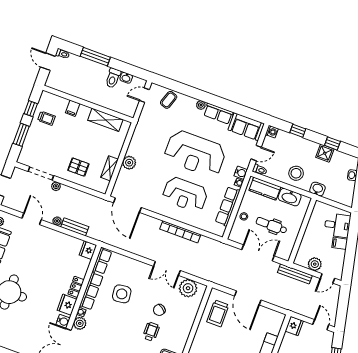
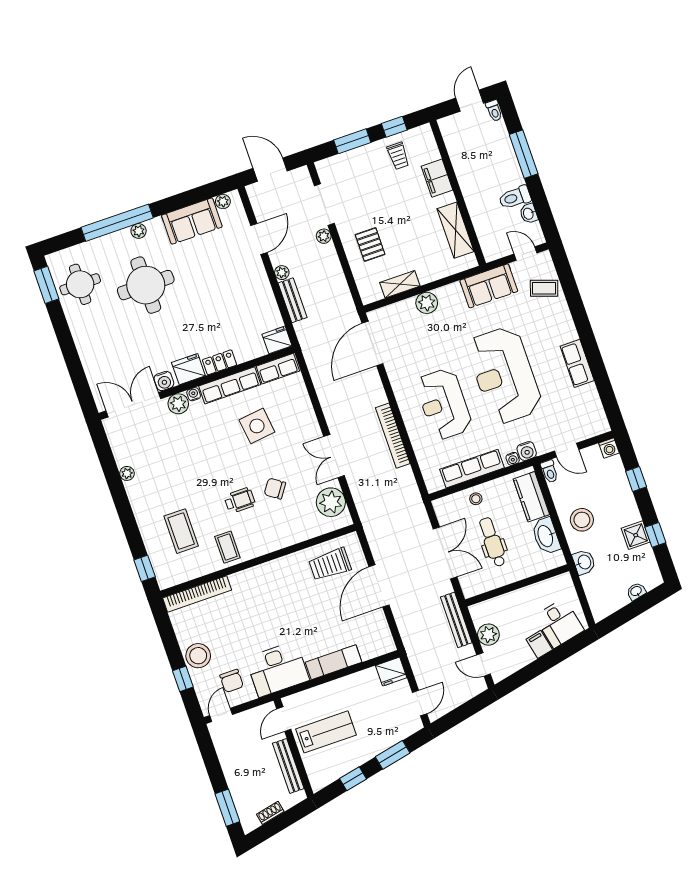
plant: (201, 105) -> (570, 333), removed
filing cabinet: (73, 108) -> (437, 178), width x2.00
sofa: (246, 127) -> (489, 286), moved, turned -90

